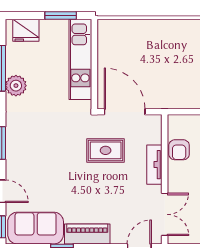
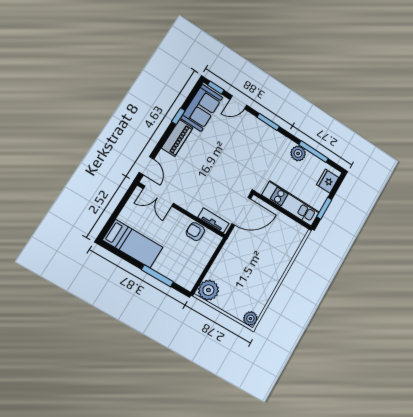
rug: (106, 150) -> (224, 184), removed
tv unit: (154, 165) -> (213, 220), moved

